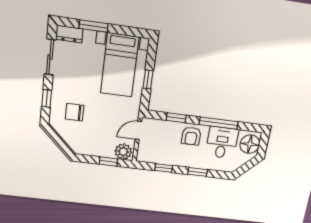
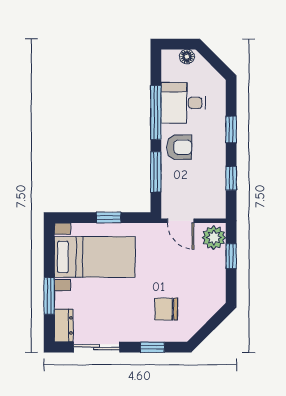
chair: (75, 112) -> (166, 309), turned 90
window: (176, 118) -> (156, 172), width x1.50
floor lamp: (250, 144) -> (187, 57), width x0.53, depth x0.53

